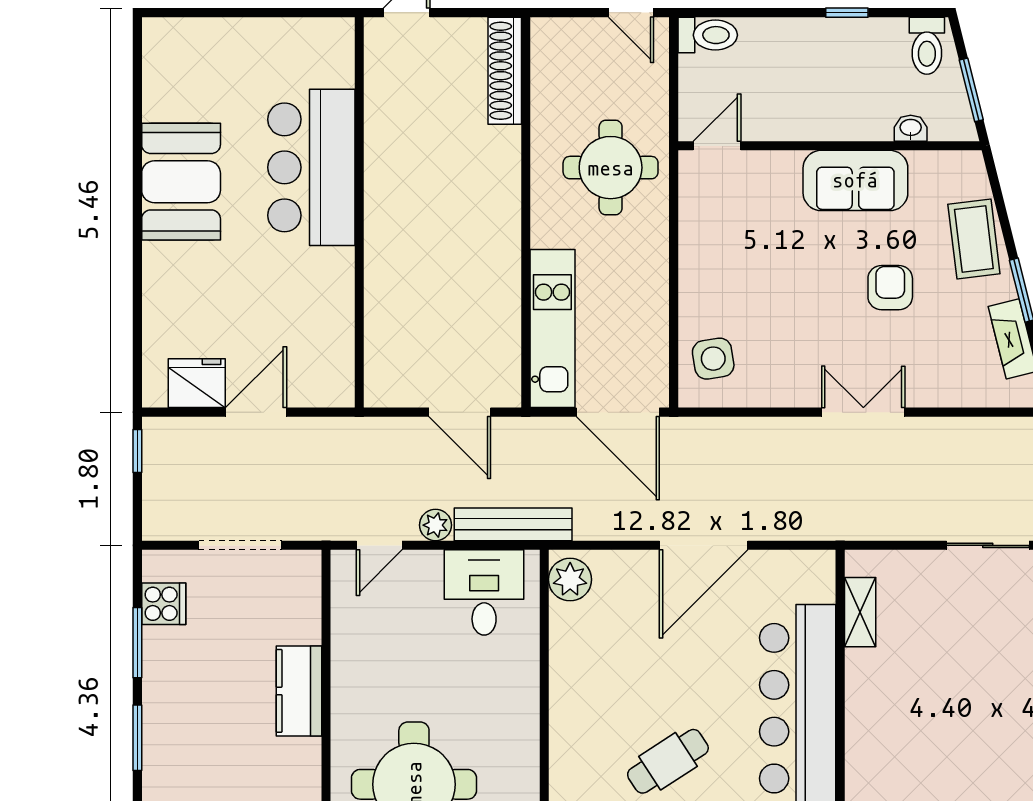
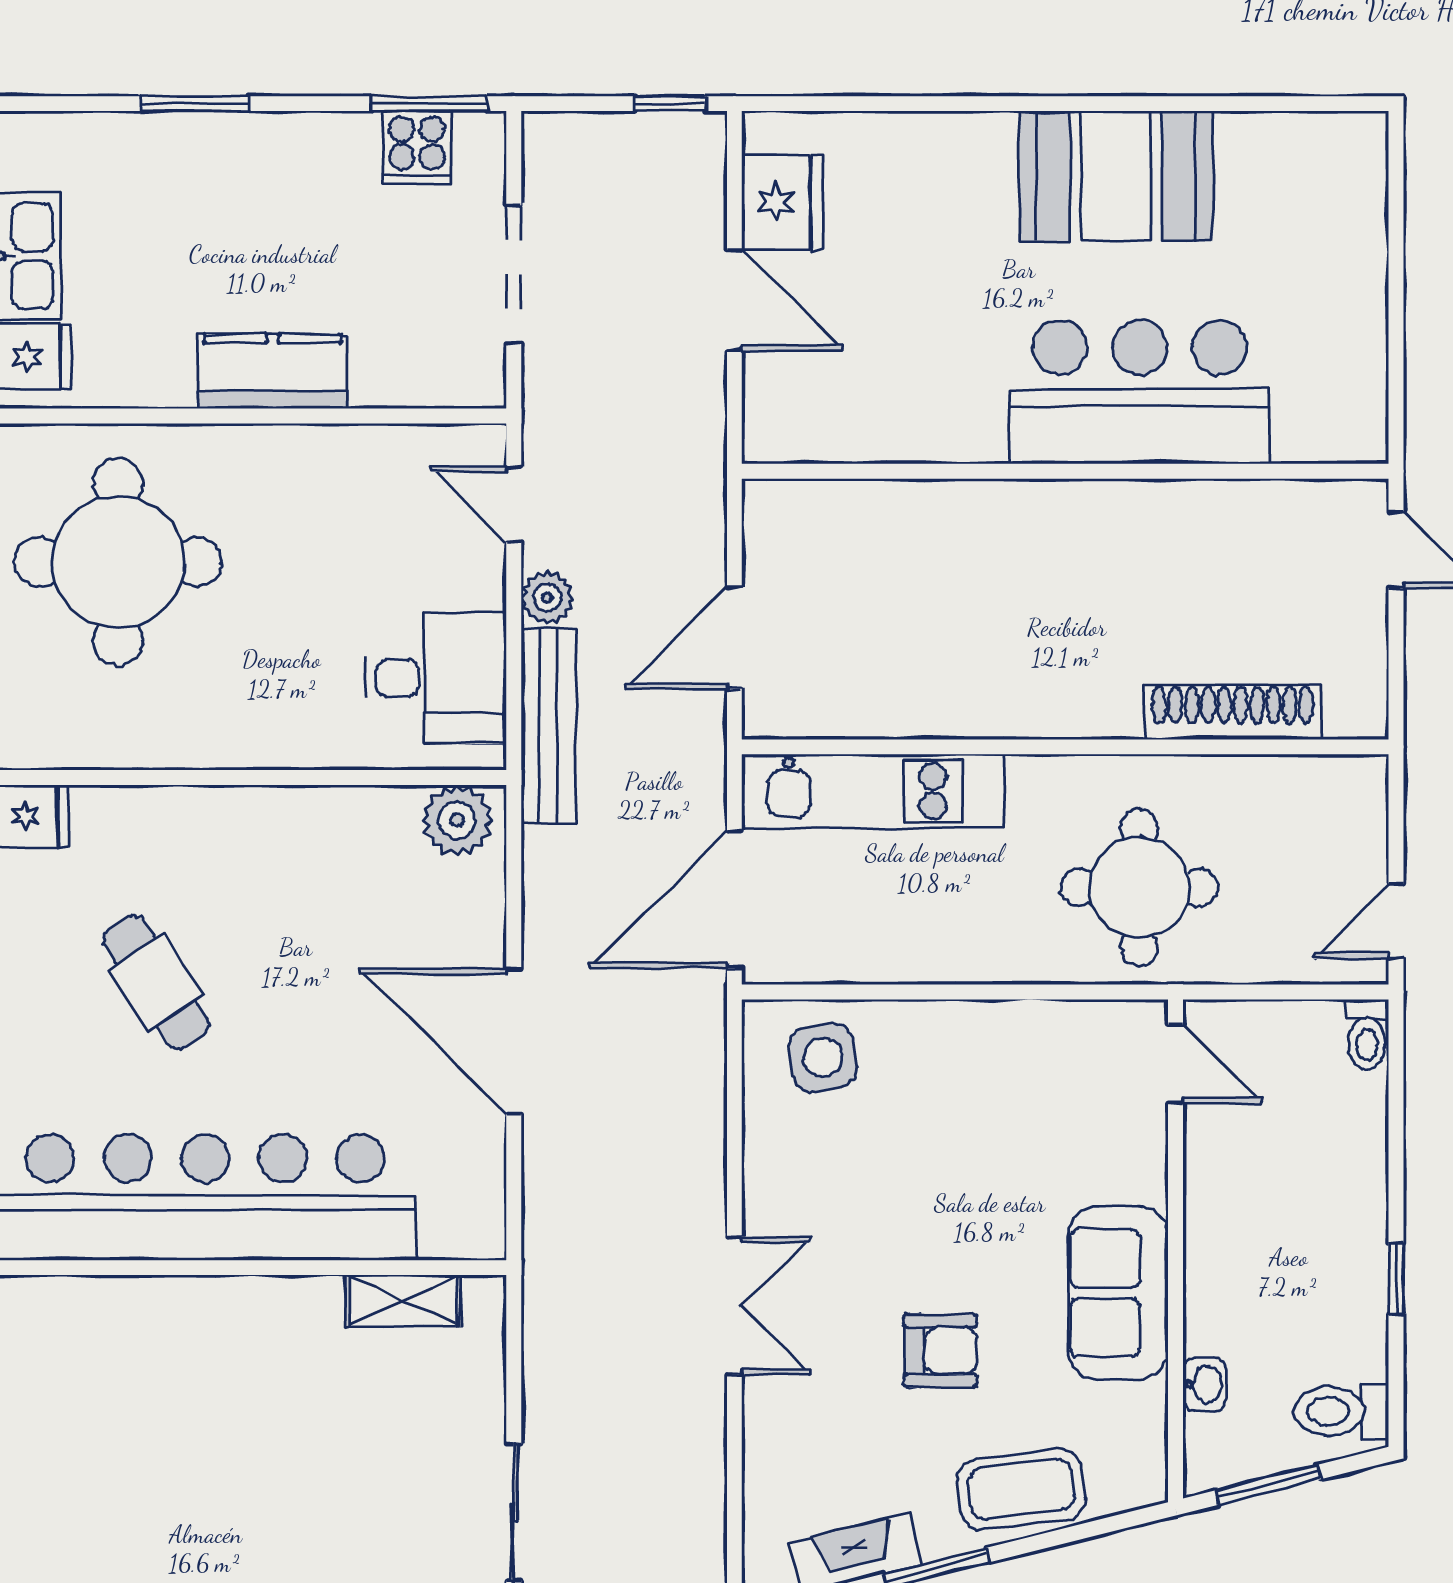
toilet: (708, 35) -> (1367, 1035), width x0.73, depth x0.72
shoe rack: (505, 71) -> (1233, 712), moved
window: (137, 643) -> (429, 104), moved

